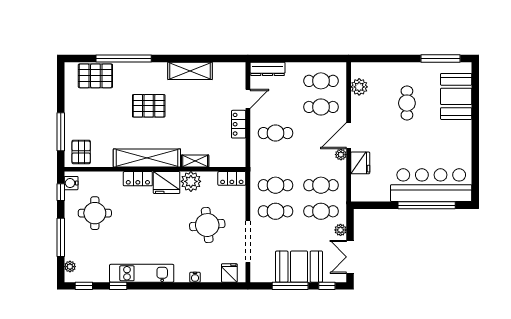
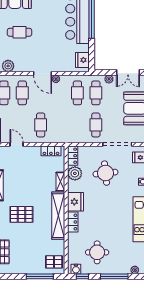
pallet: (149, 106) -> (21, 214), turned 90
locker: (239, 124) -> (51, 151), moved
fridge: (360, 163) -> (82, 60), moved, turned -90
plant: (191, 181) -> (75, 173), moved
cafe table: (276, 185) -> (77, 125), removed

